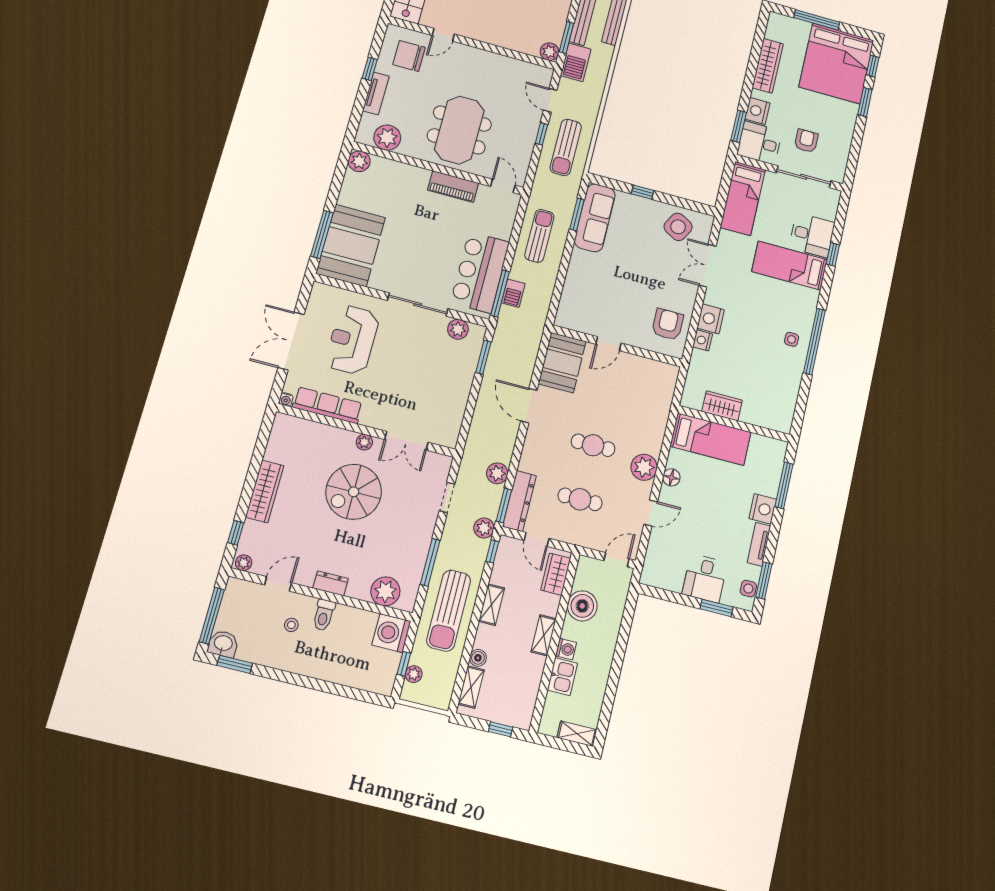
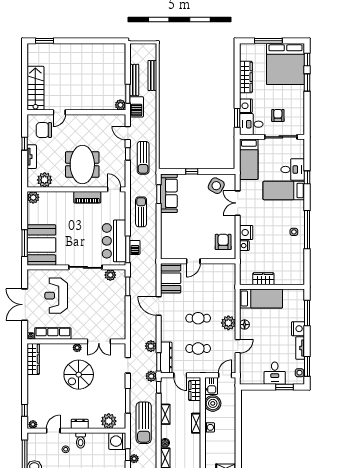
wardrobe: (265, 491) -> (33, 359), moved
kitchen sink: (562, 677) -> (211, 386), moved

